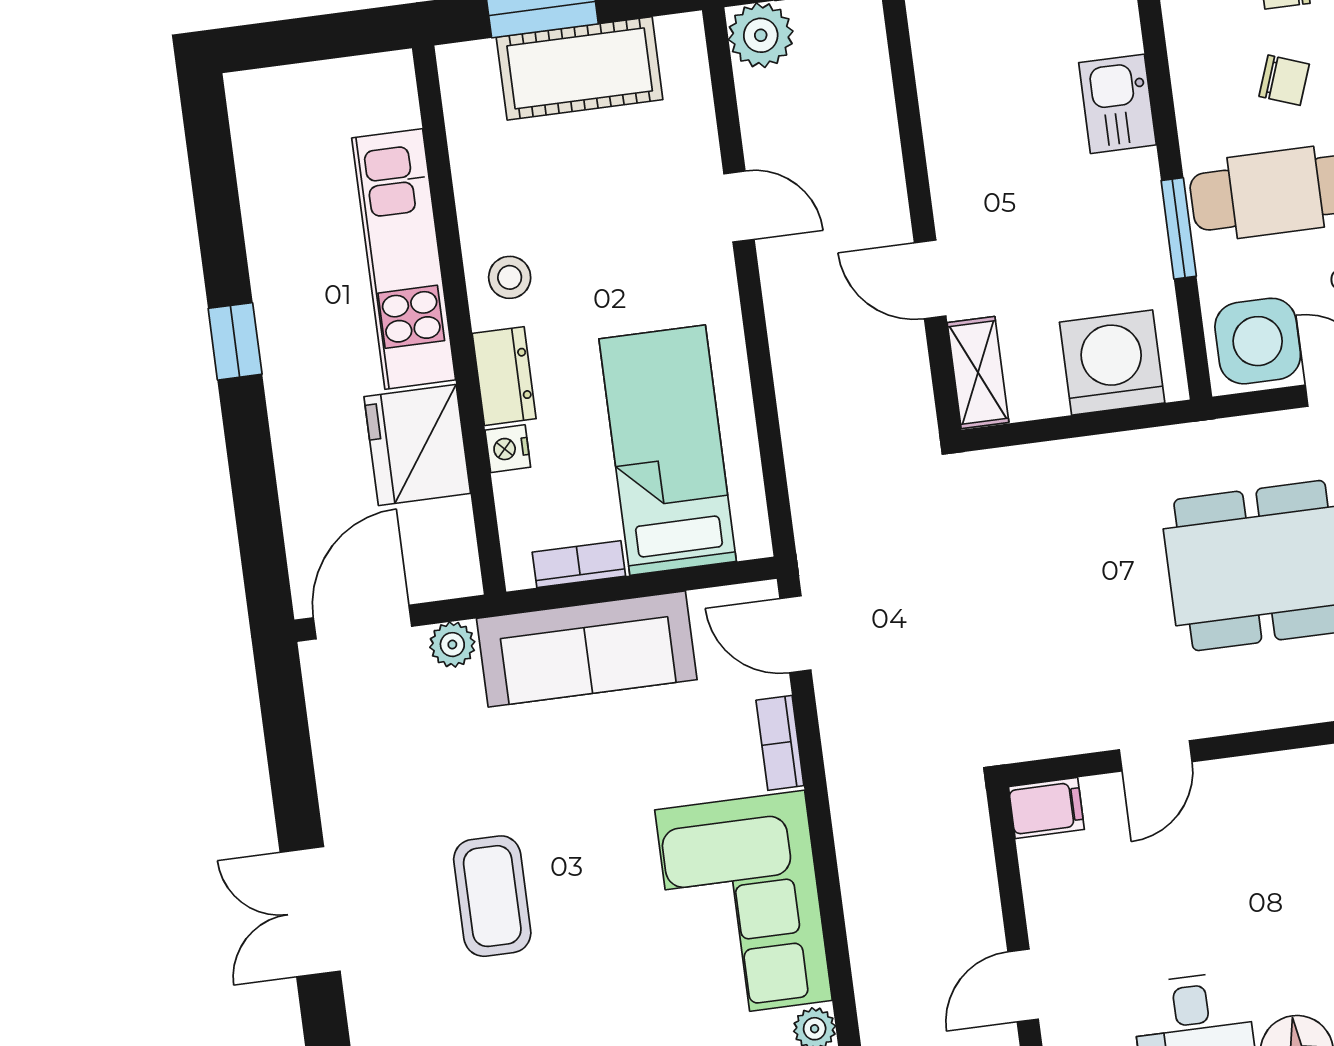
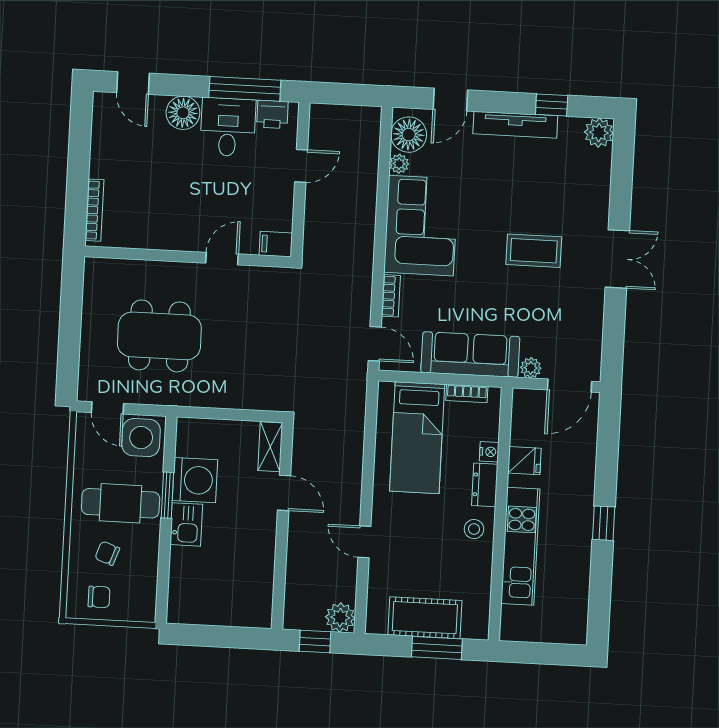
kitchen sink: (1117, 104) -> (186, 524), moved
washing machine: (1112, 363) -> (195, 480), moved, turned -90
fridge: (417, 445) -> (524, 461), width x0.53, depth x0.75
coffee table: (492, 896) -> (534, 251), turned 90

